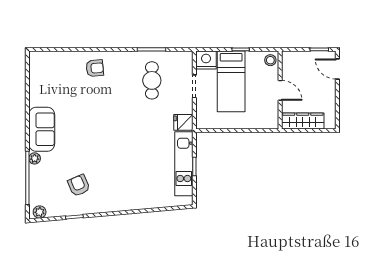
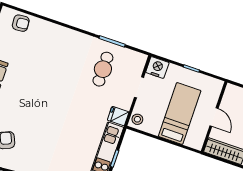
stool: (270, 60) -> (137, 119), moved
armchair: (95, 68) -> (21, 23), moved
bed: (231, 81) -> (180, 113), moved, turned 180

